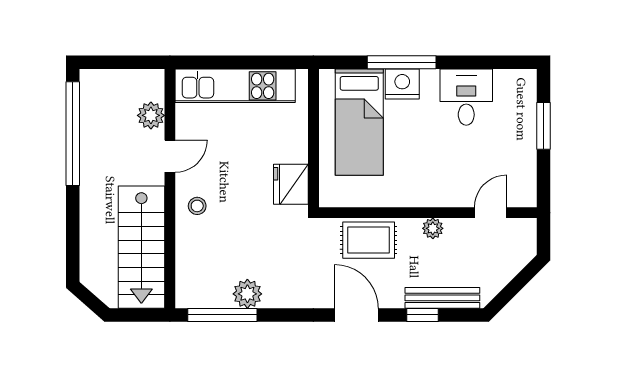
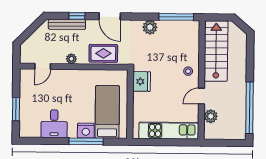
plant: (247, 294) -> (150, 27), moved

